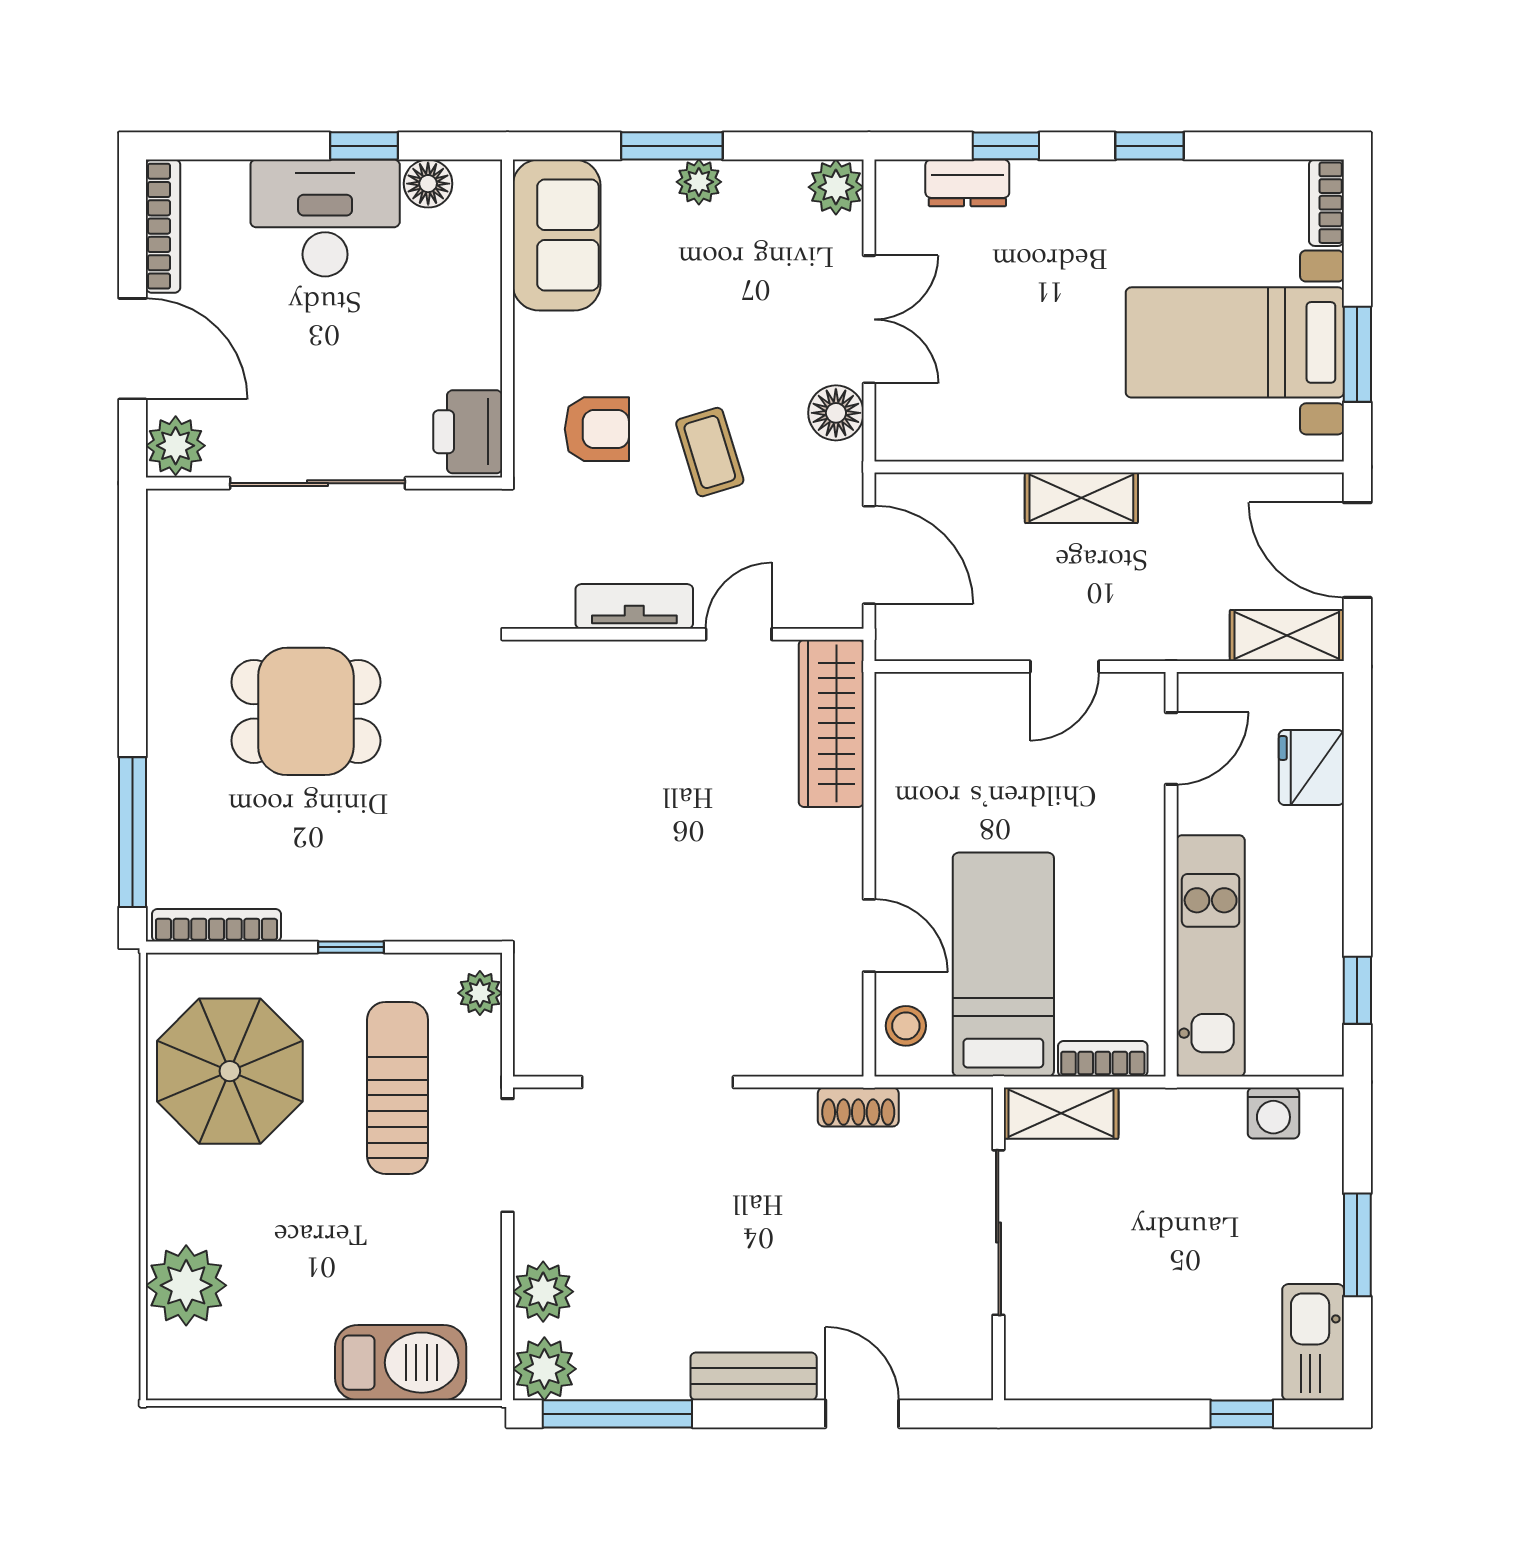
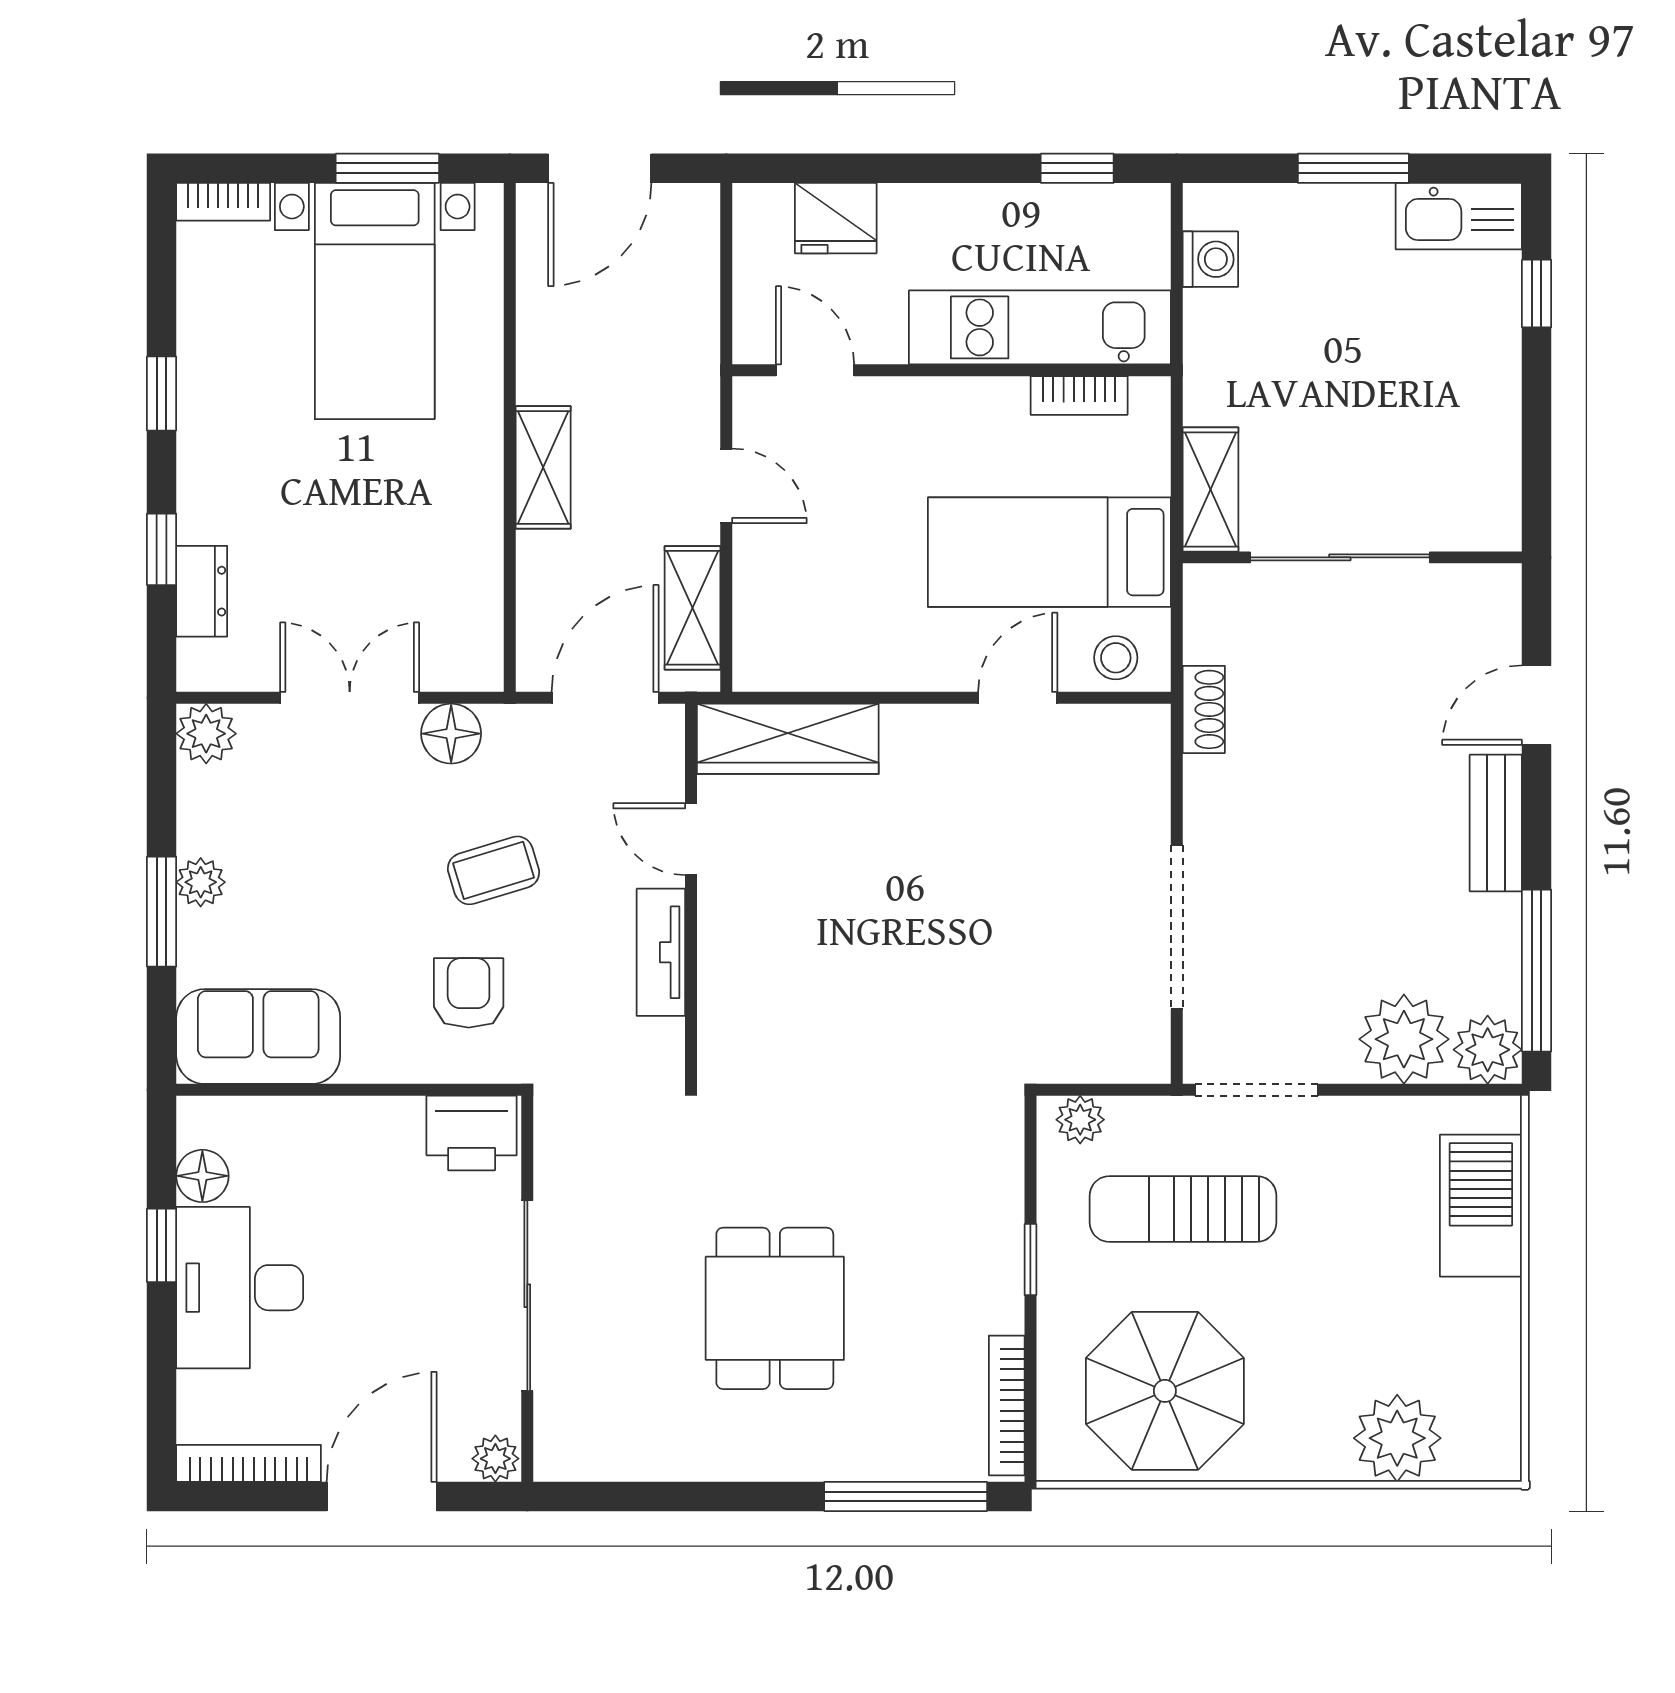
plant: (176, 446) -> (495, 1459), width x0.73, depth x0.73
shelving: (1287, 636) -> (693, 608), moved
bookcase: (1103, 1059) -> (1079, 395), moved, turned -90
plant: (543, 1292) -> (1404, 1039), width x1.36, depth x1.36

